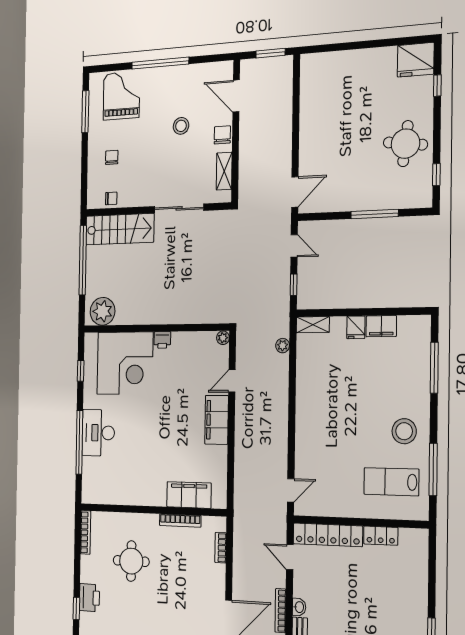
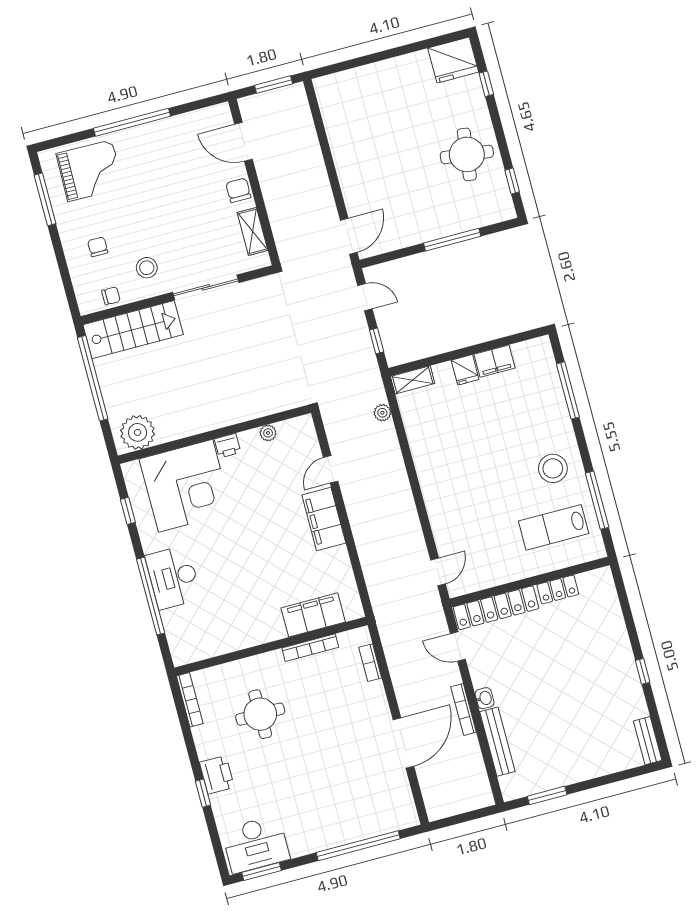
grand piano: (121, 96) -> (90, 171), turned 91
stool: (181, 126) -> (147, 268), moved
plant: (223, 338) -> (268, 433), moved

